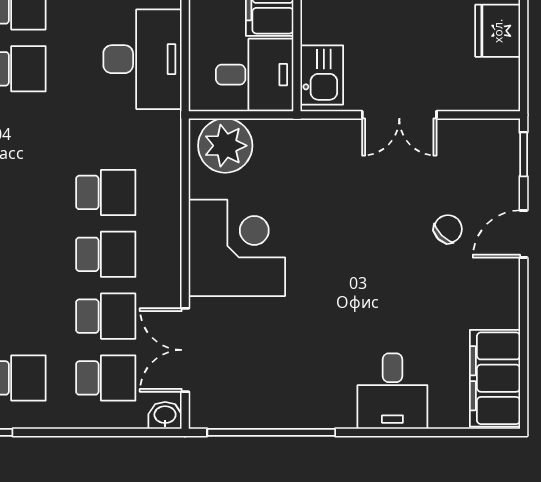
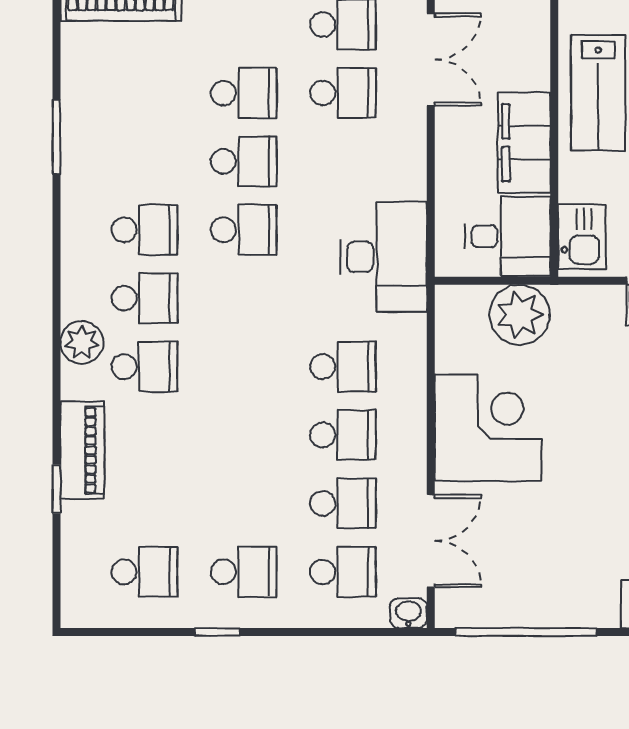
desk: (142, 59) -> (384, 257), moved
plant: (225, 146) -> (520, 315), moved
double door: (185, 350) -> (431, 541), swing flipped

